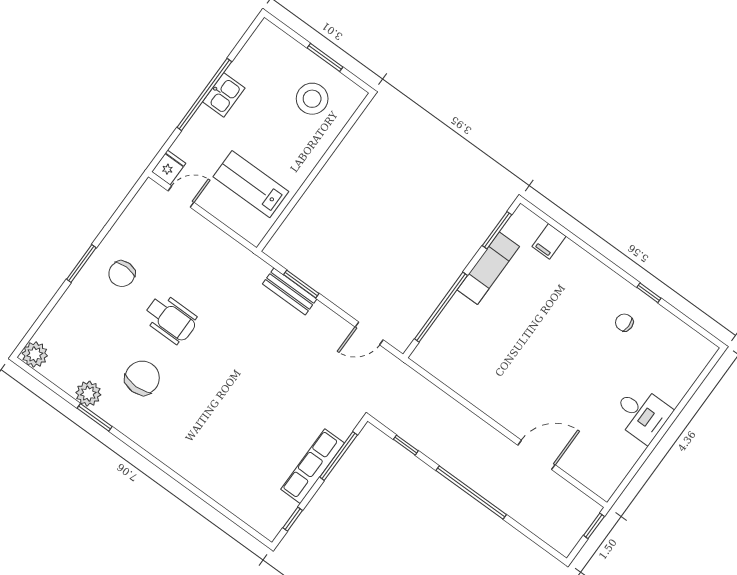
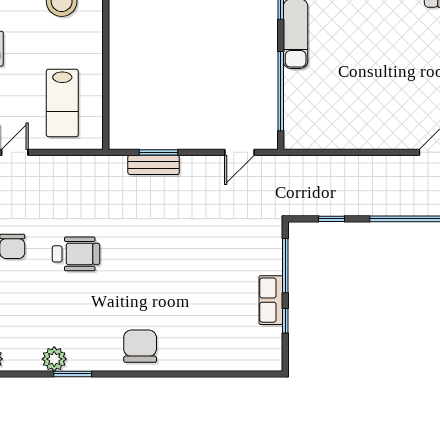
lab bench: (251, 184) -> (62, 103), turned -90
chair: (142, 378) -> (140, 346), moved
row of seats: (313, 466) -> (271, 300), width x0.68
window: (293, 519) -> (285, 321), moved

